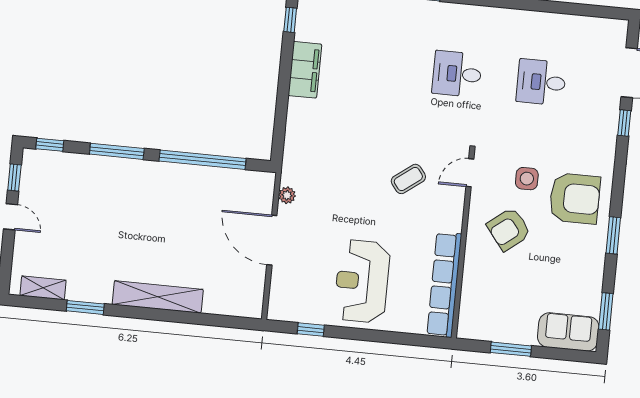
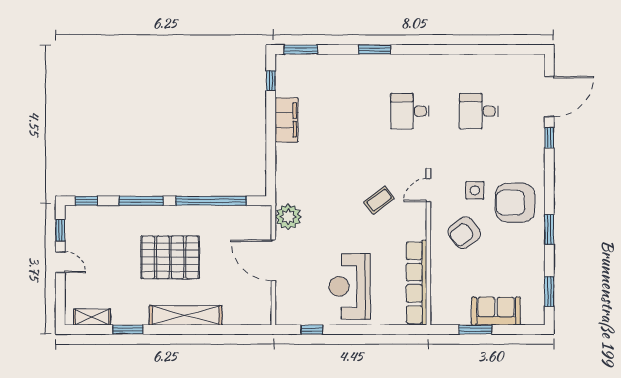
plant: (287, 195) -> (288, 217), width x1.88, depth x1.88
armchair: (575, 199) -> (515, 203), turned 180
pallet: (146, 224) -> (170, 257), added
sofa: (568, 332) -> (496, 311), moved

